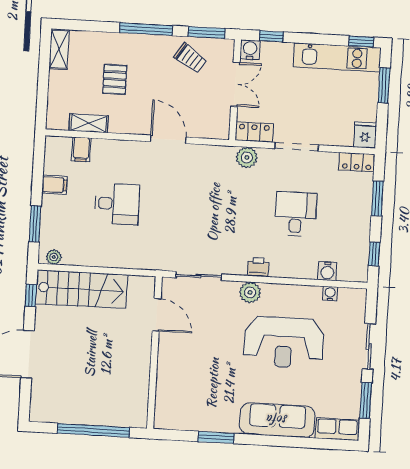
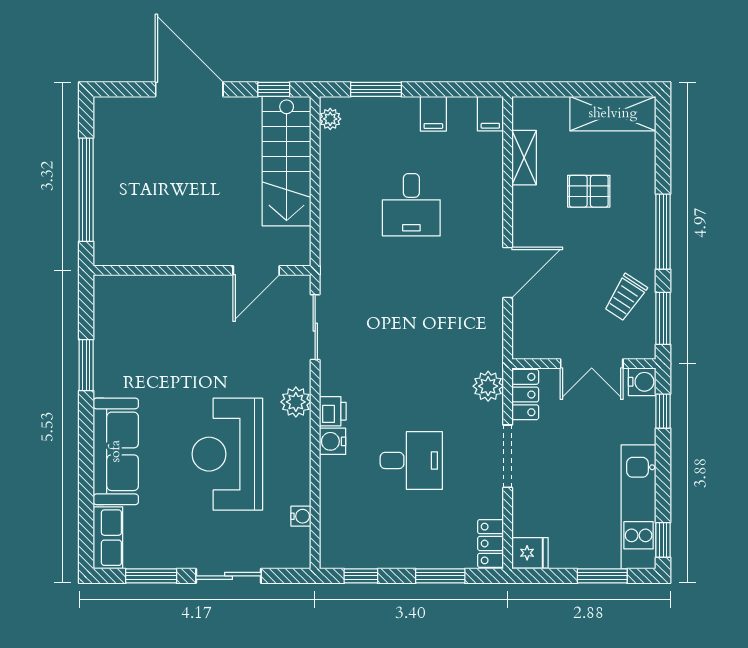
shelving: (59, 49) -> (613, 114), width x1.50, depth x1.33
filing cabinet: (81, 149) -> (490, 114), moved, turned -90
water cooler: (327, 271) -> (333, 441), moved

